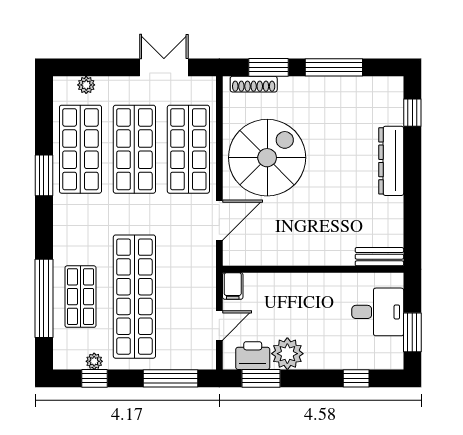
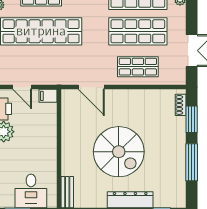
shoe rack: (254, 84) -> (181, 105), width x0.70
shop shelf: (188, 149) -> (138, 67), width x0.70, depth x0.74
spiral stairs: (267, 158) -> (119, 152), moved

